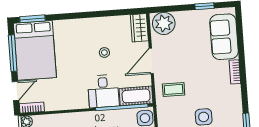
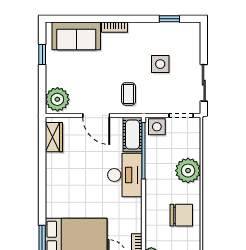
wardrobe: (139, 28) -> (54, 137), moved, turned -90
stool: (104, 52) -> (84, 165), removed
desk: (103, 91) -> (125, 175), width x1.37

